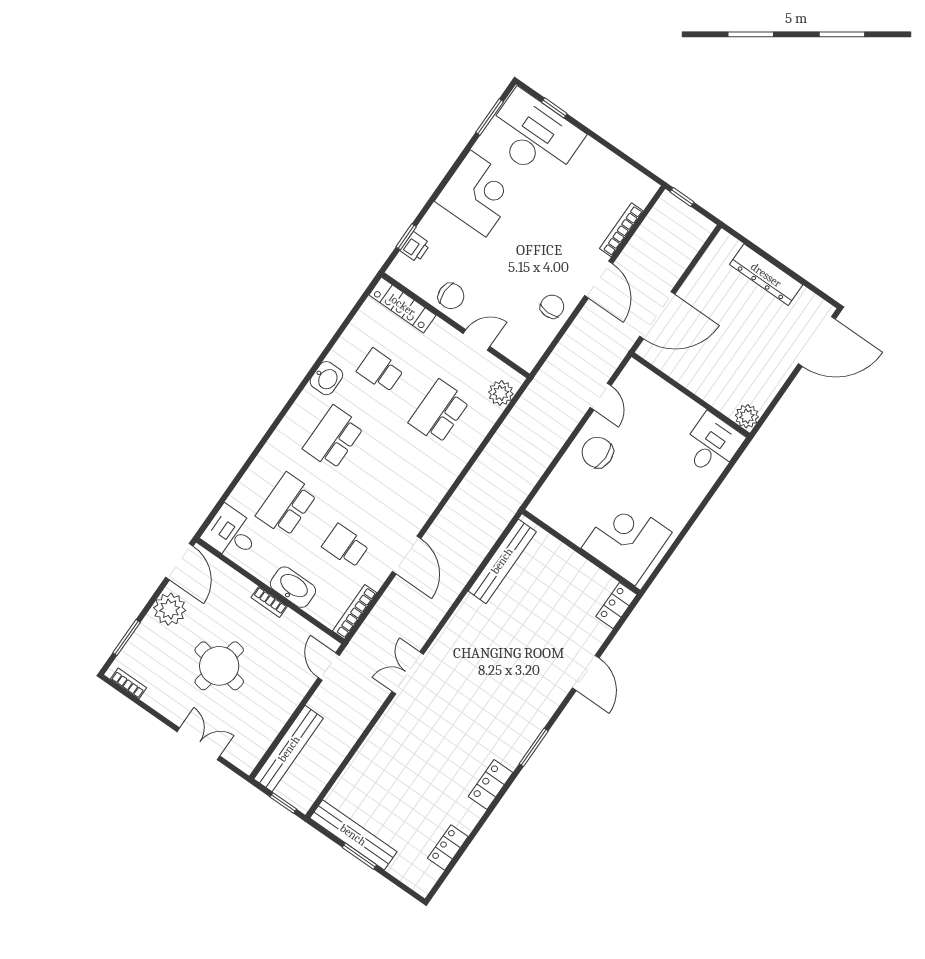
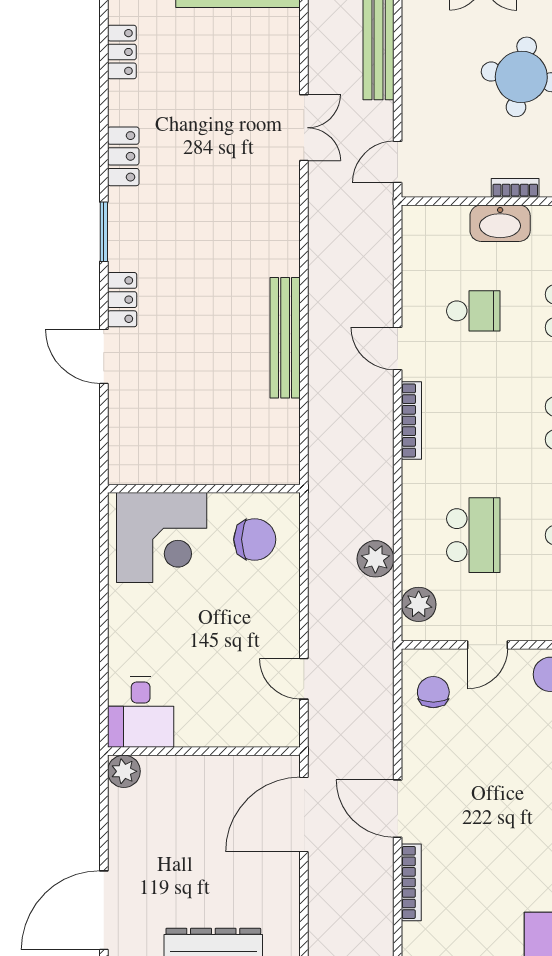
chair: (552, 307) -> (433, 692), moved, turned 180
plant: (508, 438) -> (375, 559), added
chair: (598, 452) -> (255, 539), moved
door: (407, 555) -> (398, 348), width x0.73
bench: (502, 561) -> (285, 338), moved
locker: (616, 606) -> (122, 300), moved
bookcase: (355, 612) -> (411, 420), moved
door: (329, 667) -> (398, 162), swing flipped
double door: (408, 673) -> (304, 128), moved

